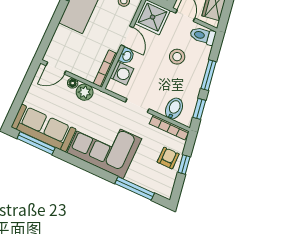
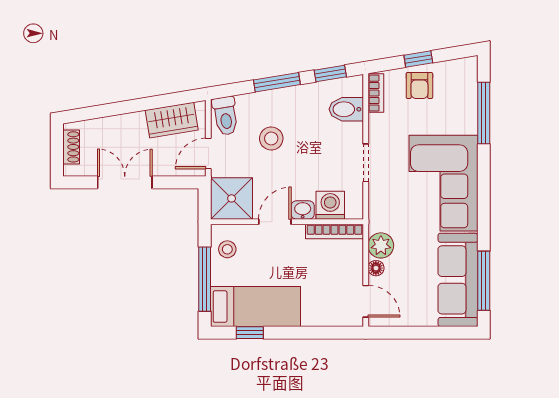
bookcase: (169, 127) -> (376, 93), width x0.64
armchair: (168, 158) -> (419, 86), turned -90

